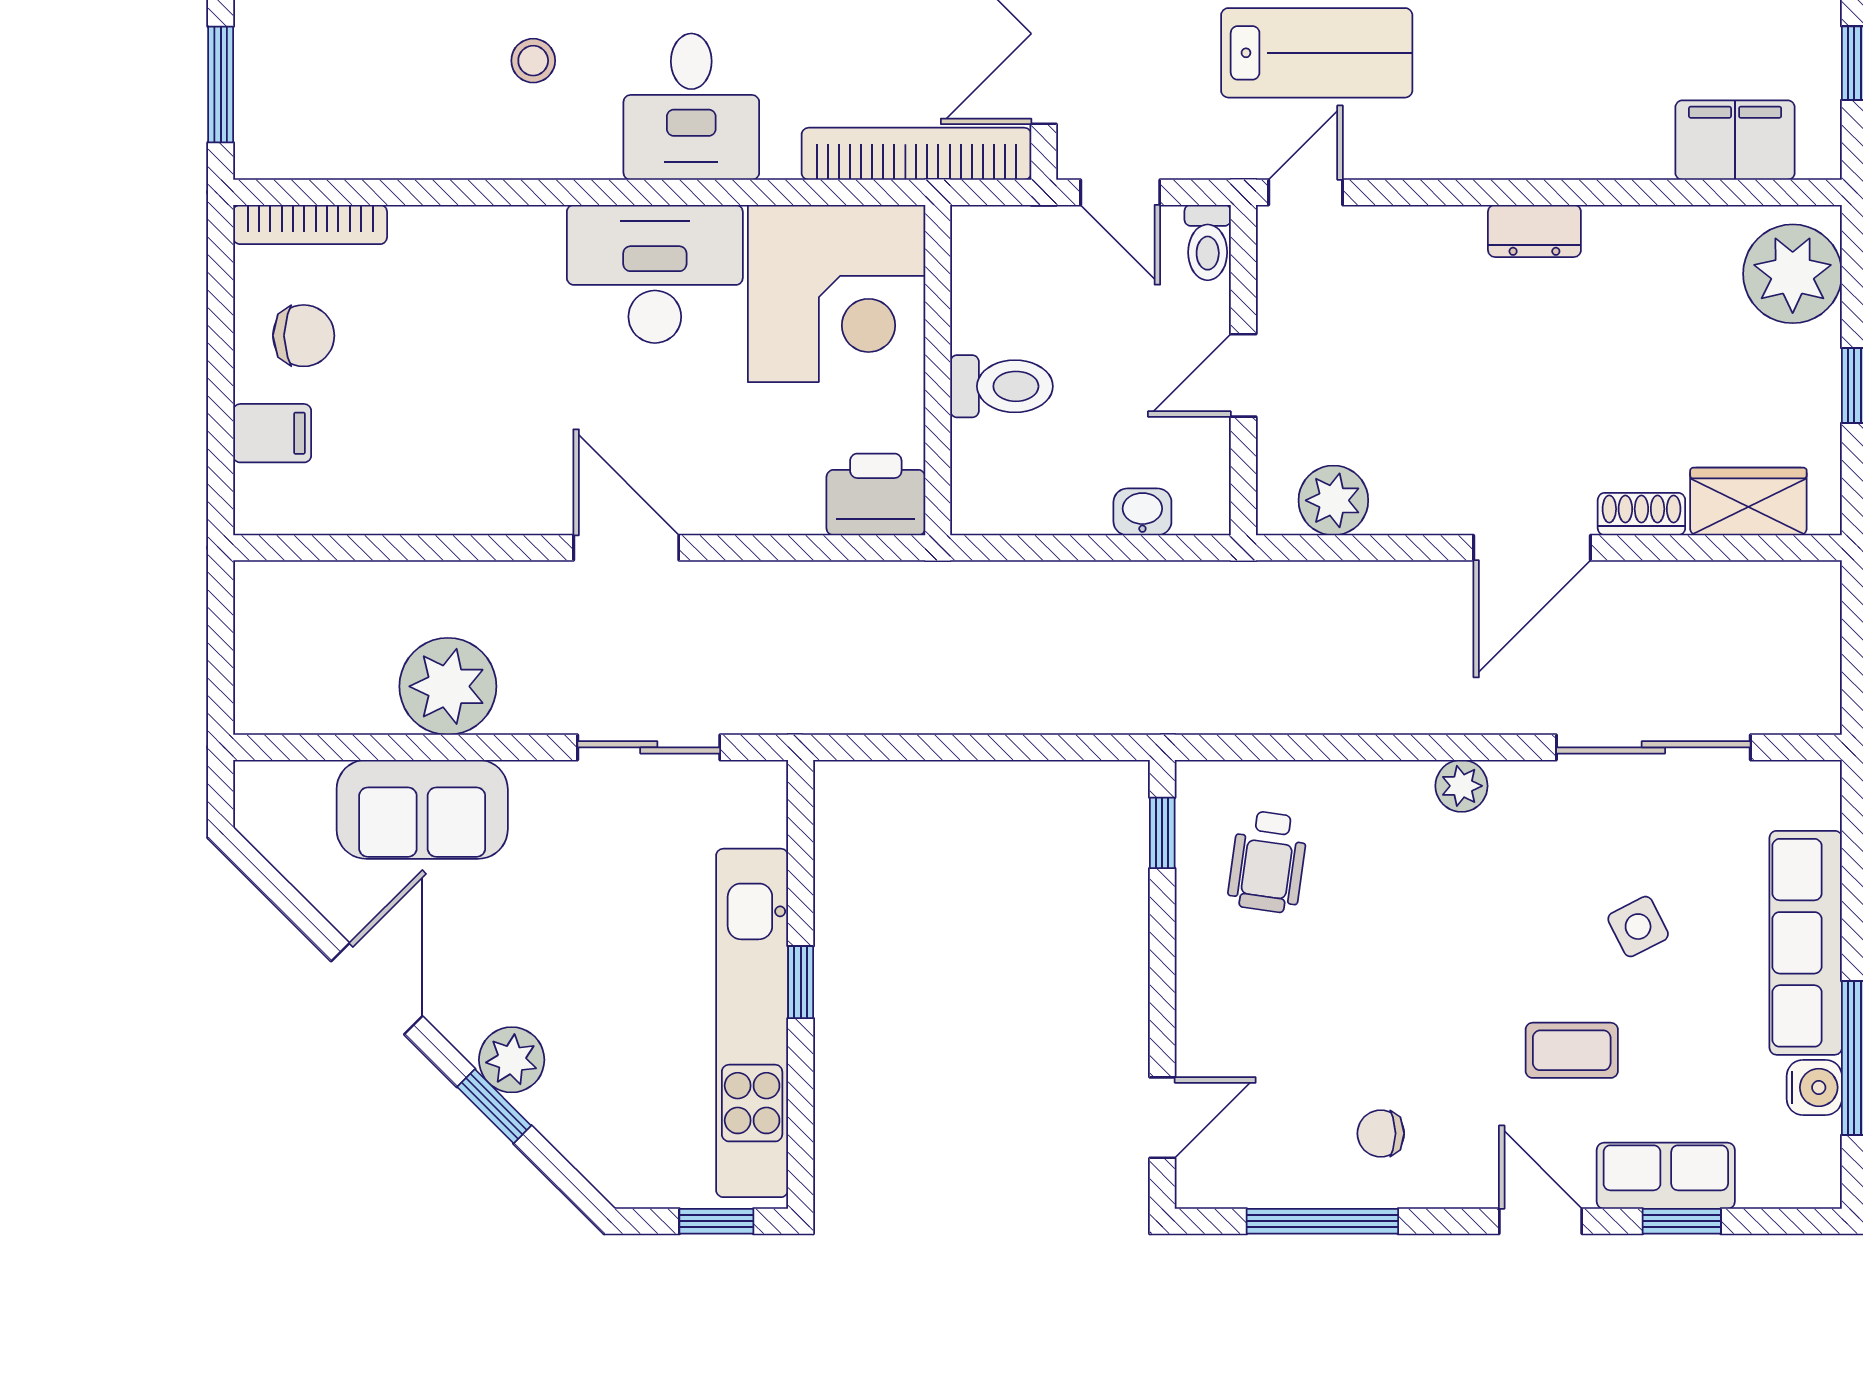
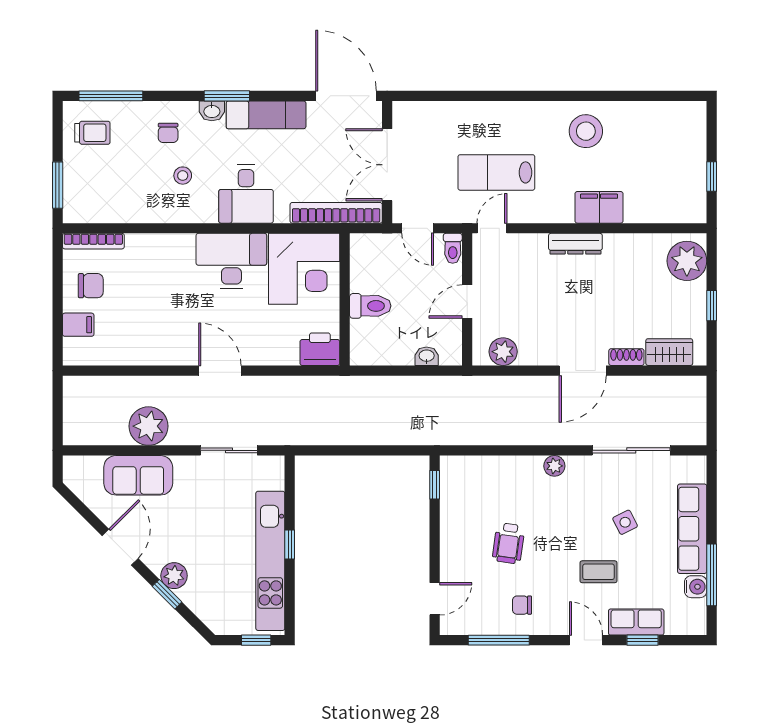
lab bench: (1317, 53) -> (496, 172), turned 180
filing cabinet: (1735, 140) -> (599, 207), moved
dresser: (1534, 231) -> (575, 244), width x1.44
wheelchair: (1268, 862) -> (508, 543), moved

